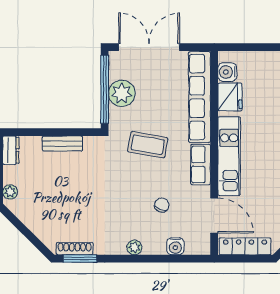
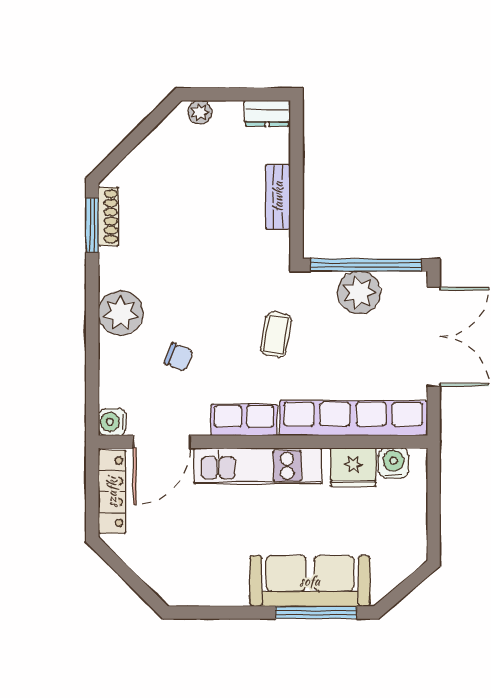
coffee table: (148, 145) -> (276, 335), width x0.73, depth x0.77
water cooler: (175, 246) -> (112, 422), moved
plant: (134, 247) -> (121, 313), width x1.88, depth x1.88

